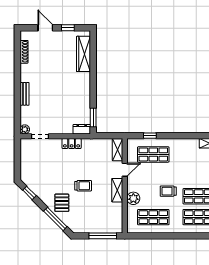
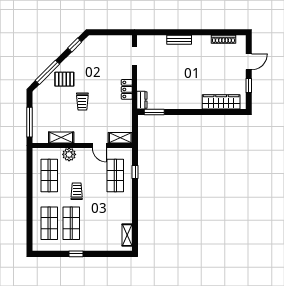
plant: (25, 129) -> (142, 40), removed
shelving: (117, 190) -> (61, 137), moved

